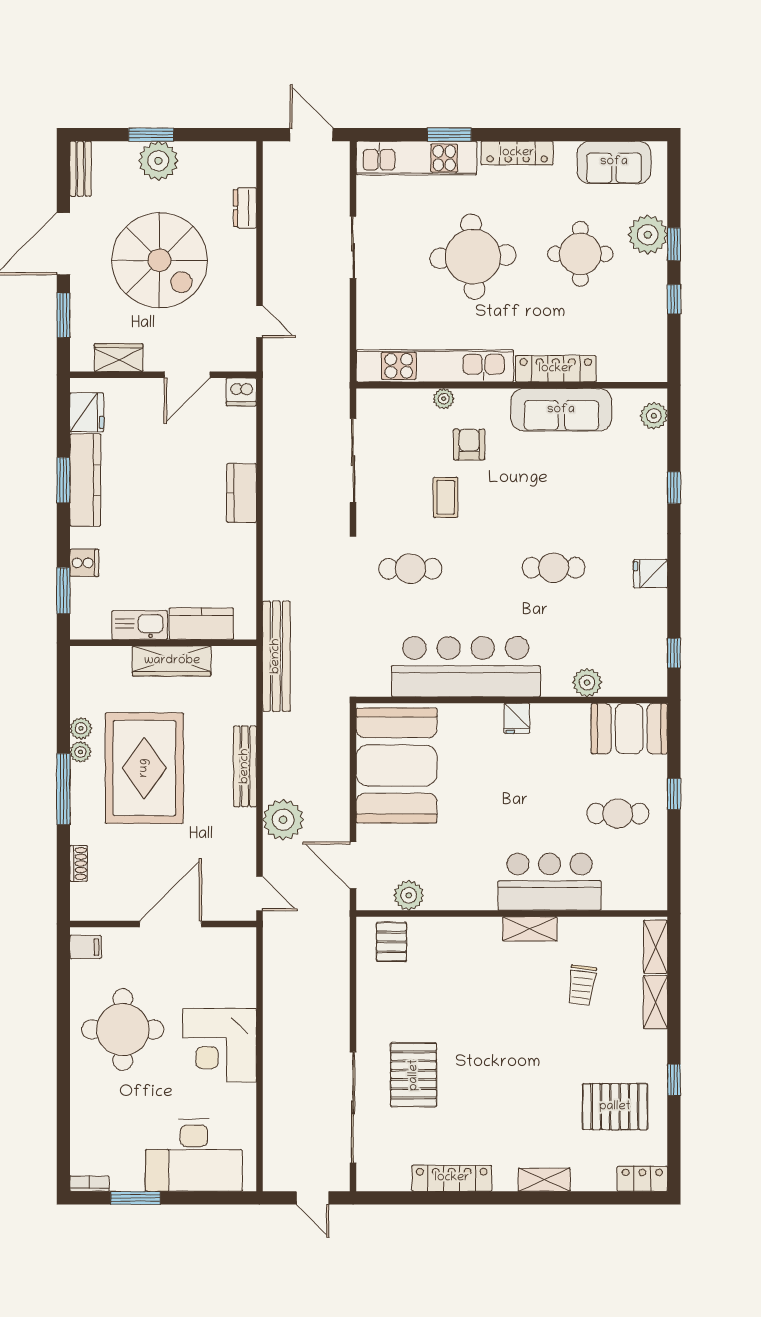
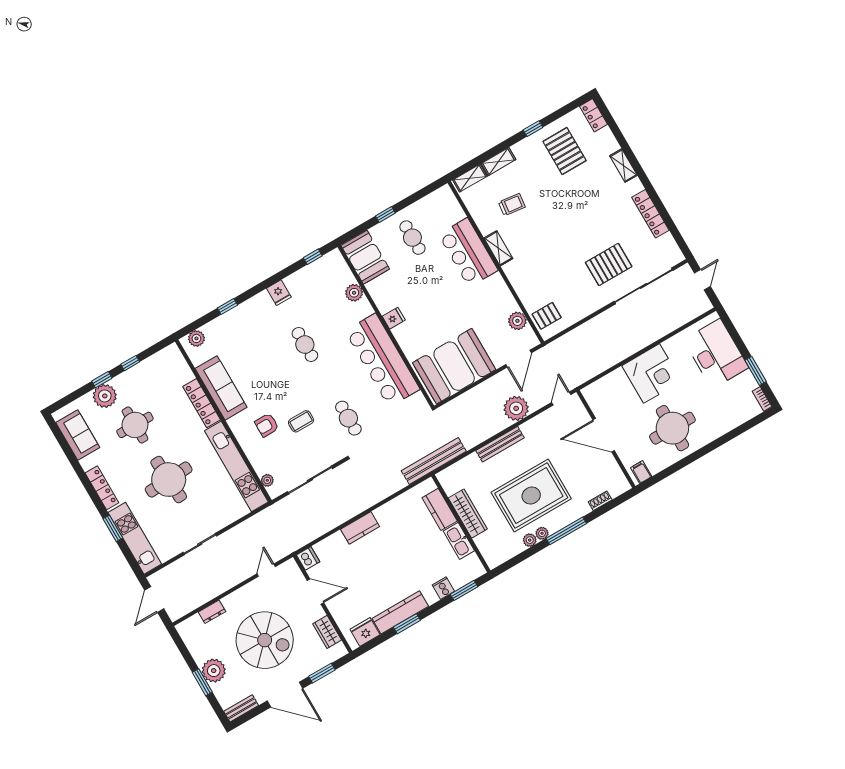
spiral stairs: (160, 260) -> (265, 640), turned 90
plant: (444, 399) -> (267, 480), moved

